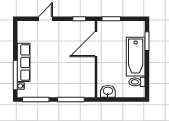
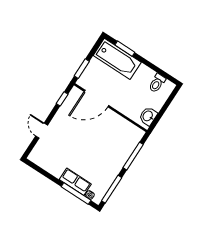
door: (96, 44) -> (96, 99), hinge flipped
bathtub: (136, 57) -> (117, 59), moved
row of seats: (24, 62) -> (75, 182), width x0.68

